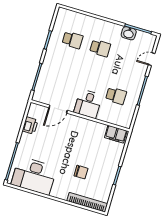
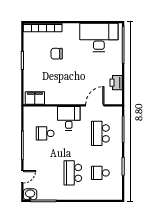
washbasin: (129, 33) -> (30, 194), moved
school desk: (100, 48) -> (73, 173), width x1.85
school desk: (61, 79) -> (100, 133), added

